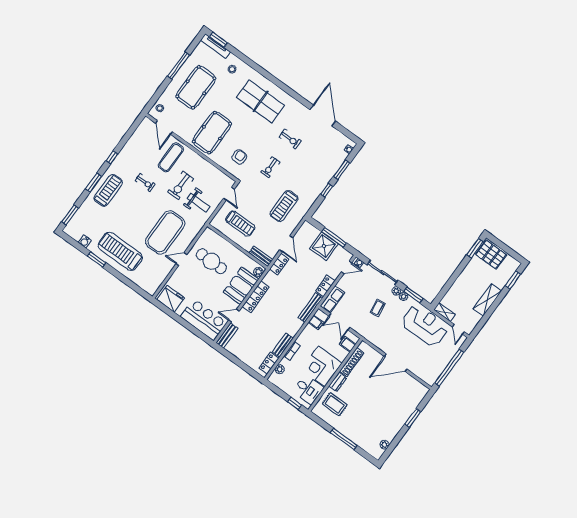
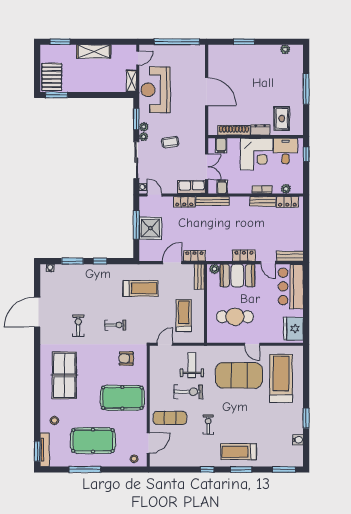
treadmill: (120, 251) -> (281, 378), moved, turned 180
cafe table: (211, 261) -> (235, 317), turned 90
locker: (256, 297) -> (244, 256), width x0.66

